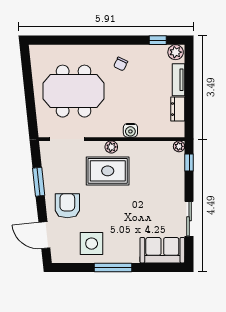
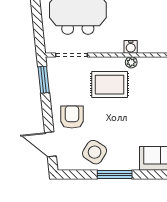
plant: (111, 147) -> (131, 62), moved
window: (39, 182) -> (44, 80), moved
side table: (92, 244) -> (95, 152), turned 32

